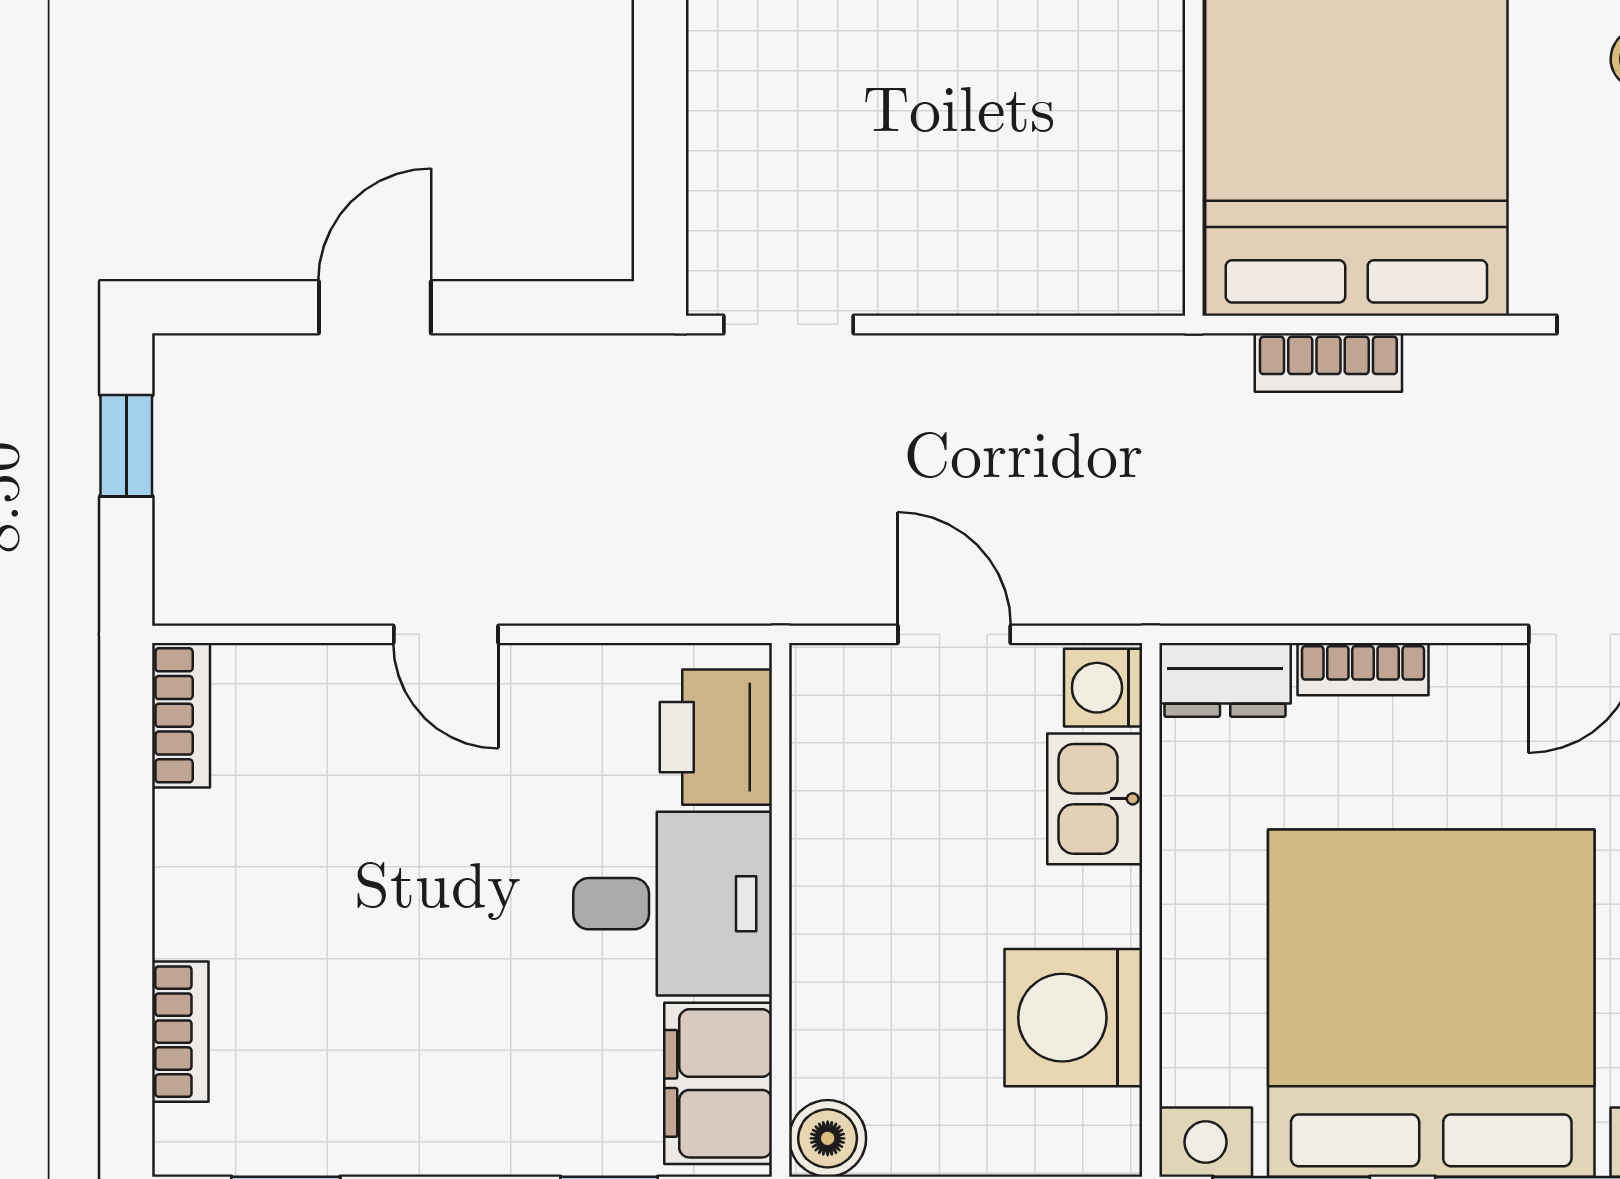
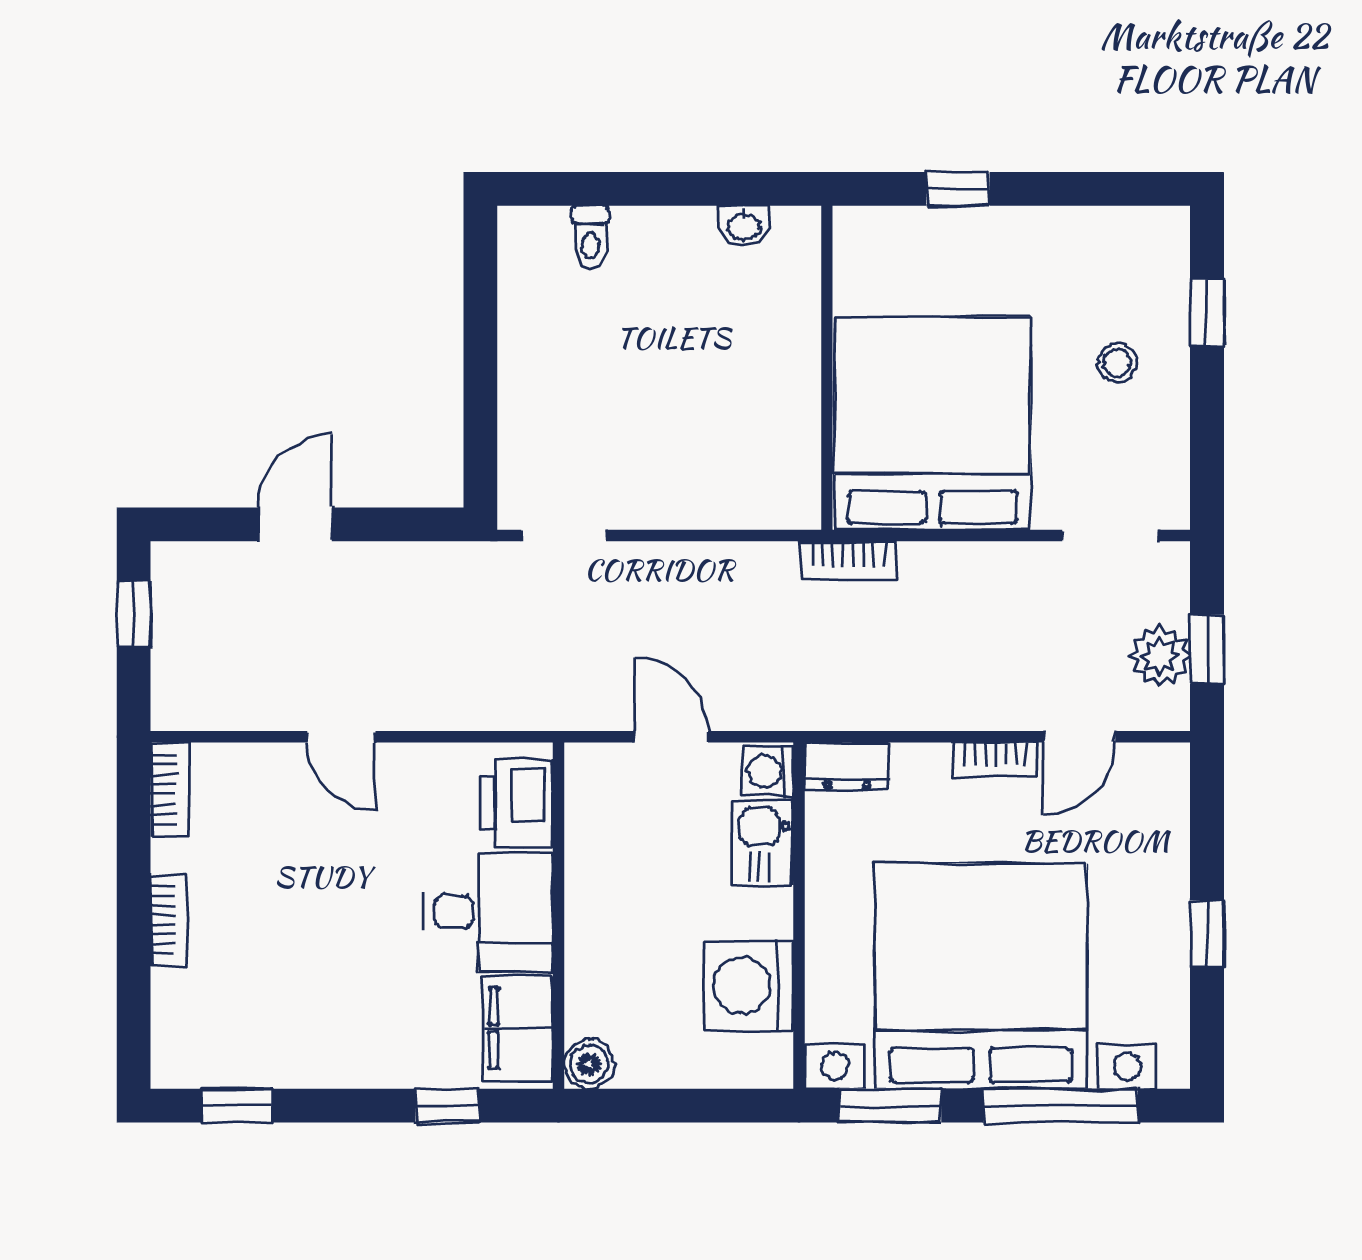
bookcase: (1328, 362) -> (848, 560), moved
bookcase: (1363, 669) -> (995, 759), moved
bookcase: (180, 1032) -> (169, 920), moved

